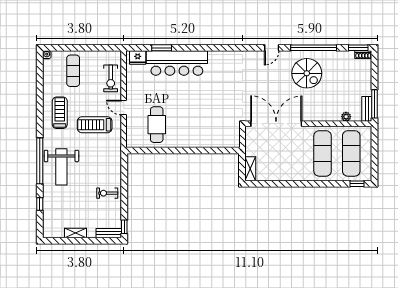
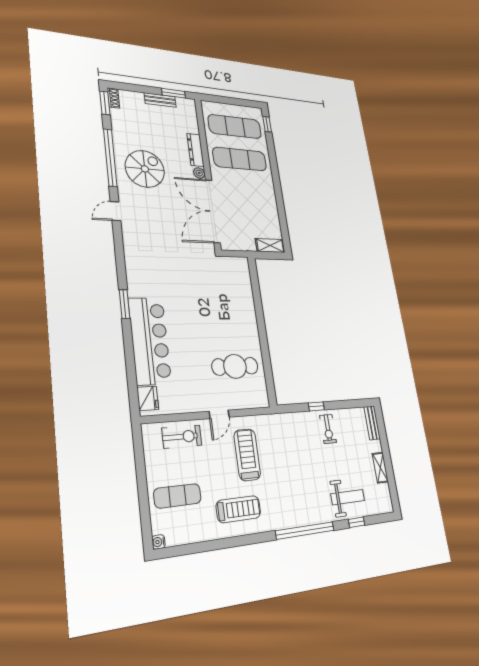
window: (162, 48) -> (124, 304), moved
door: (272, 48) -> (115, 211), swing flipped
window: (374, 104) -> (174, 93), width x0.69
bench: (367, 109) -> (160, 100), moved
treadmill: (60, 113) -> (238, 509), turned 180
dresser: (327, 116) -> (195, 150), added
plant: (346, 117) -> (199, 173), moved
treadmill: (95, 125) -> (247, 455), turned 180
weight bench: (61, 167) -> (348, 497), moved, width x0.73, depth x0.75
window: (124, 227) -> (316, 406), moved

